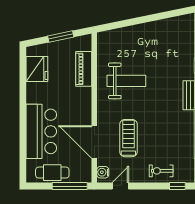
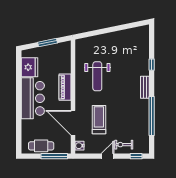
piano: (84, 69) -> (65, 87), moved
weight bench: (126, 81) -> (97, 76), turned 90
bar counter: (41, 131) -> (33, 98), moved
door: (120, 186) -> (107, 156), moved

